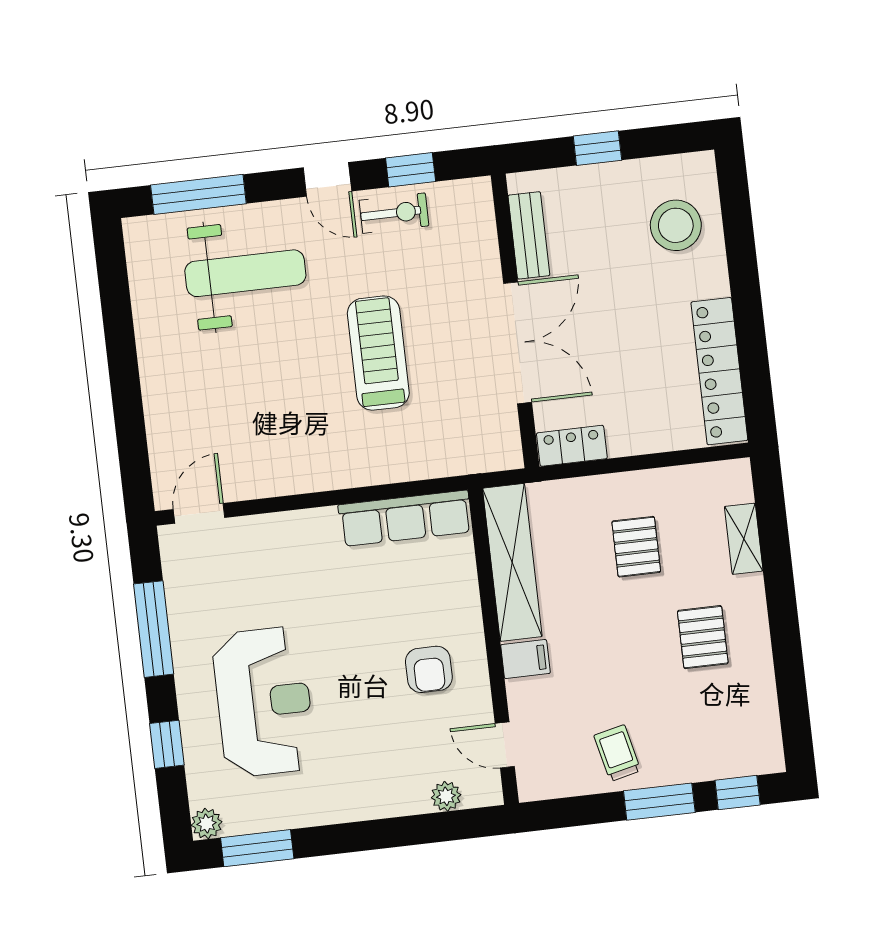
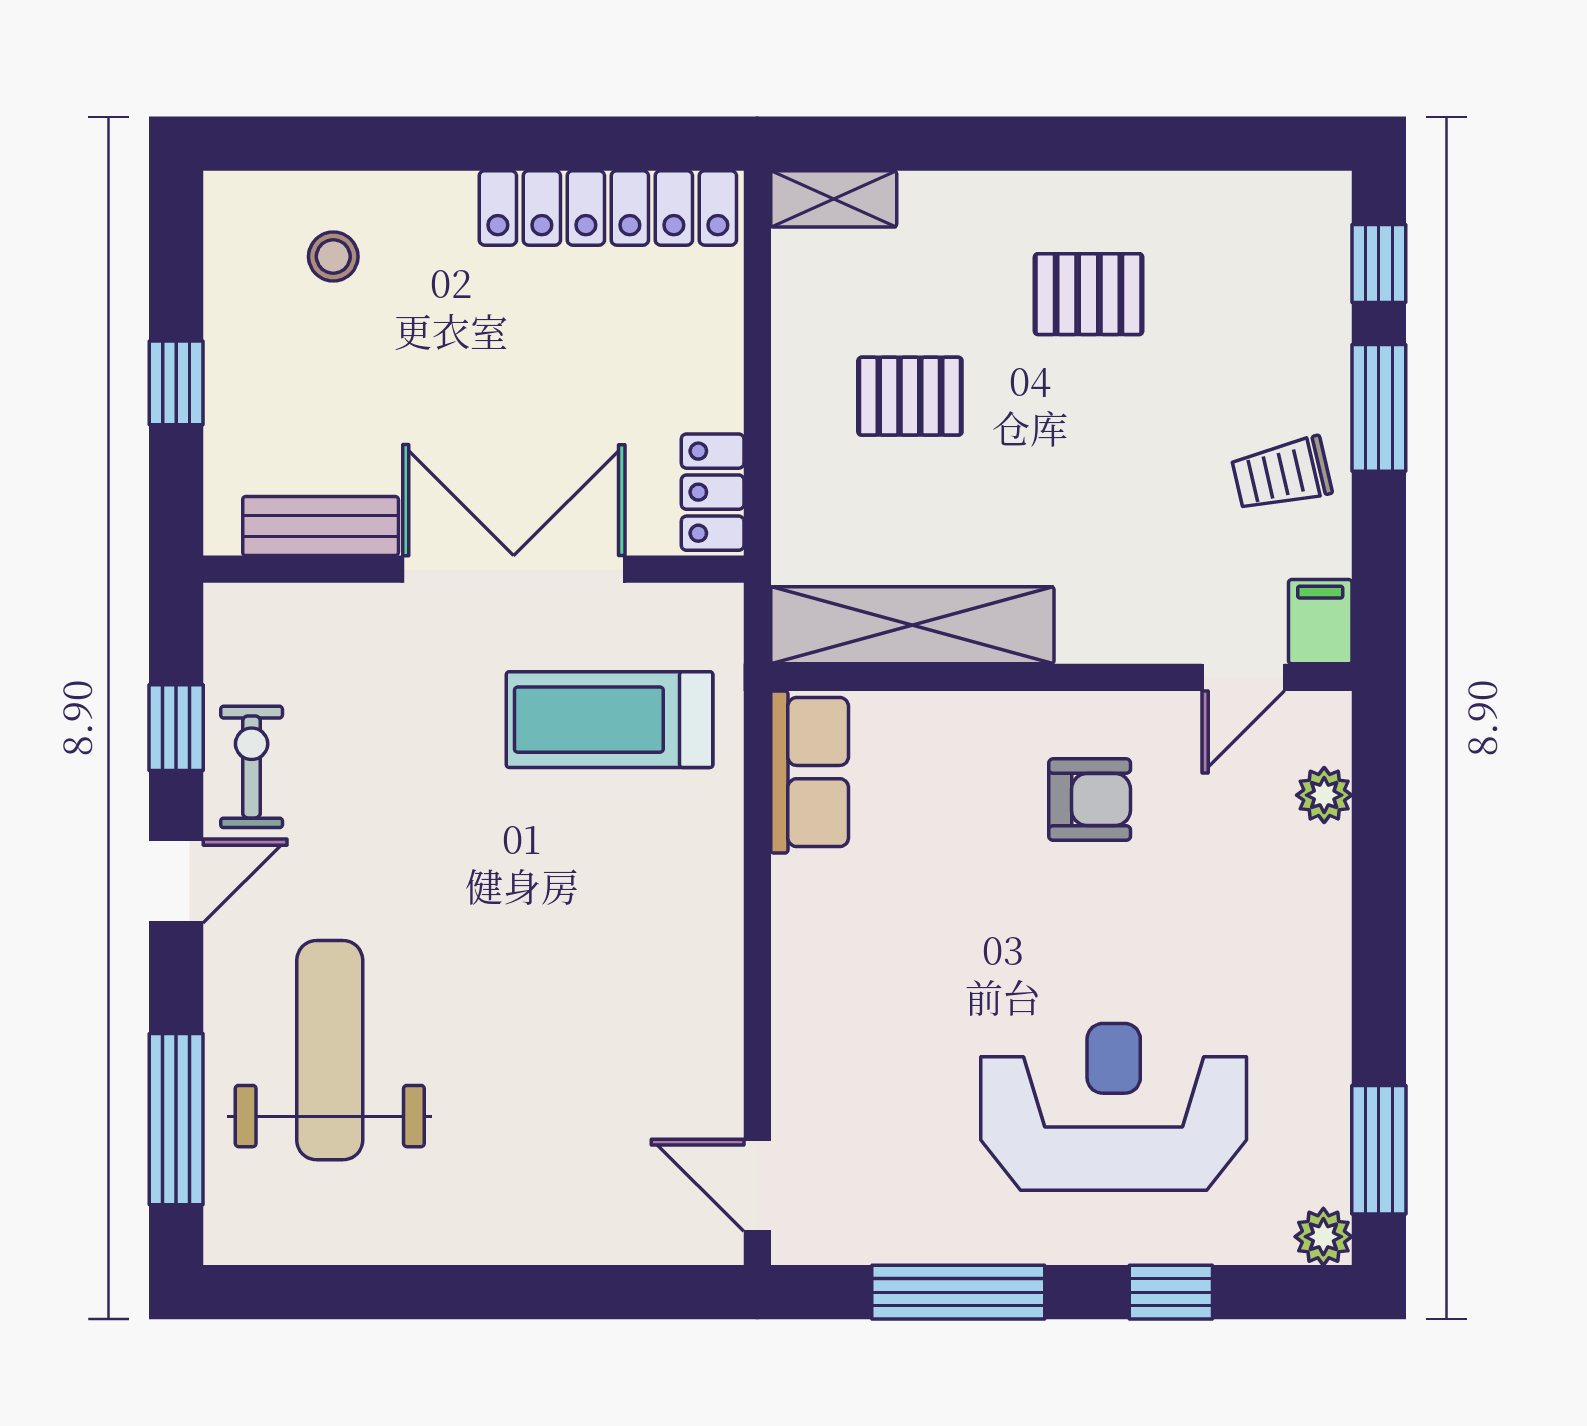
stool: (676, 225) -> (333, 257), width x0.53, depth x0.53
treadmill: (378, 353) -> (609, 720), moved
row of seats: (405, 518) -> (810, 772), width x0.68
shelving: (744, 539) -> (834, 199), moved
filing cabinet: (525, 659) -> (1320, 622), moved

